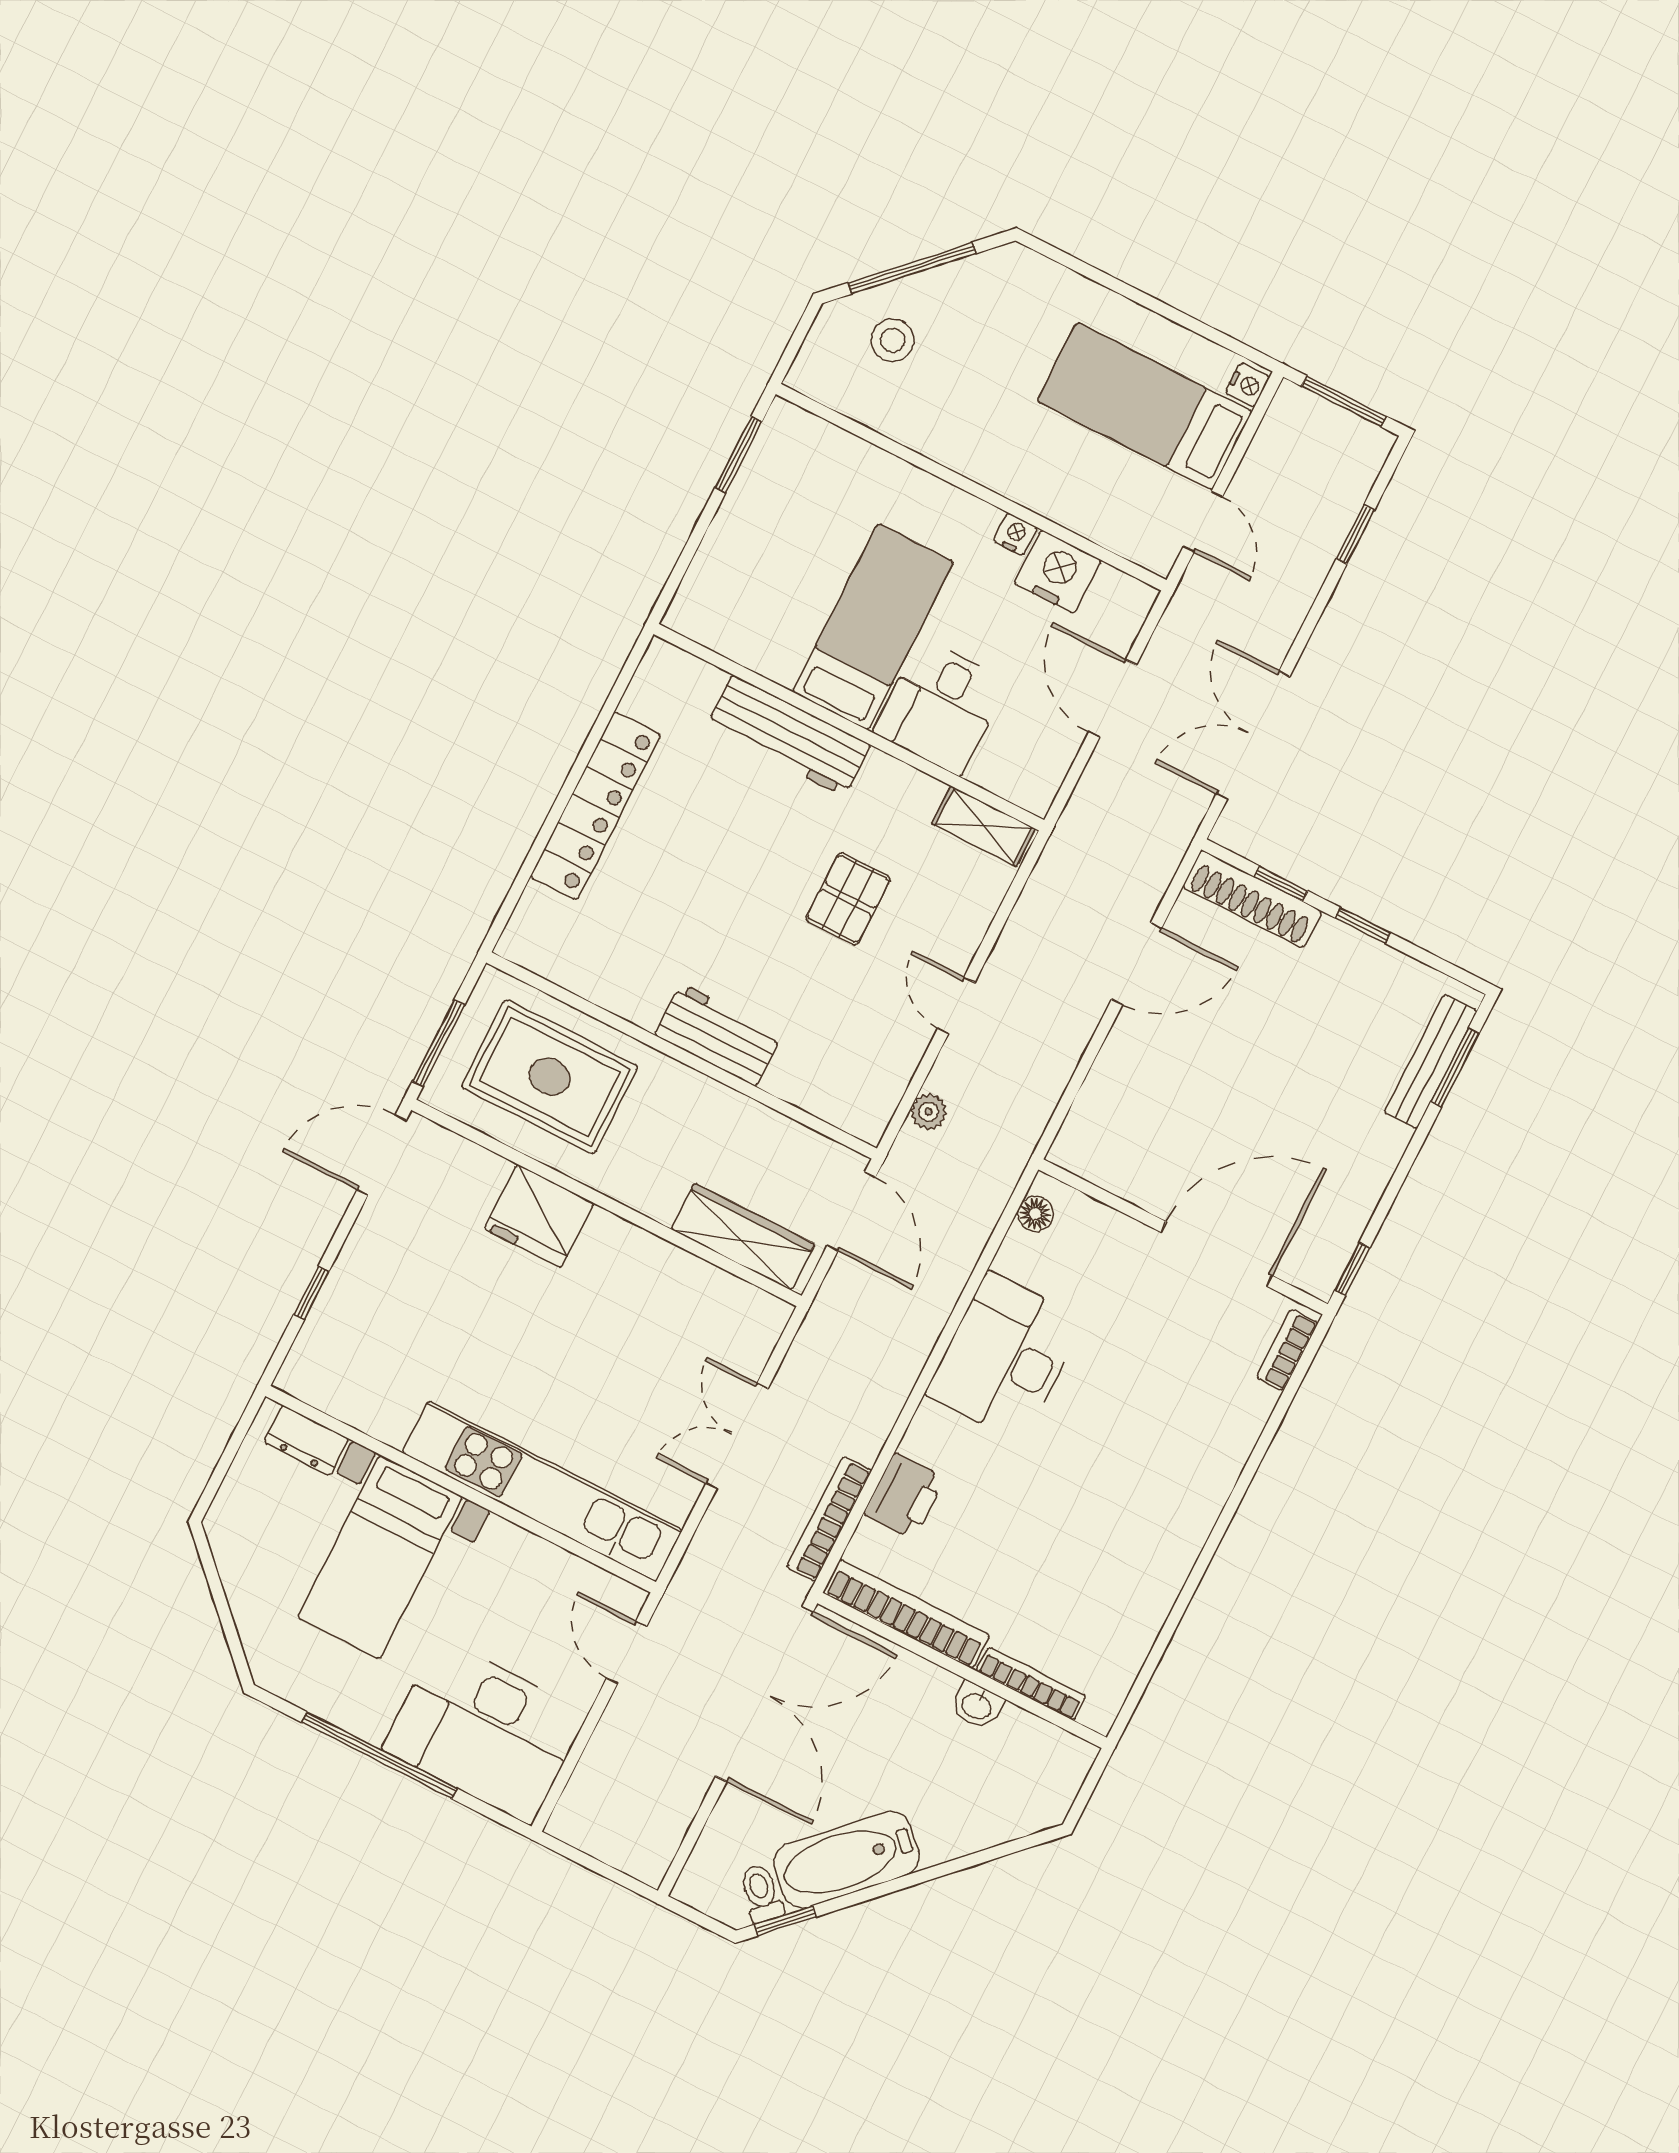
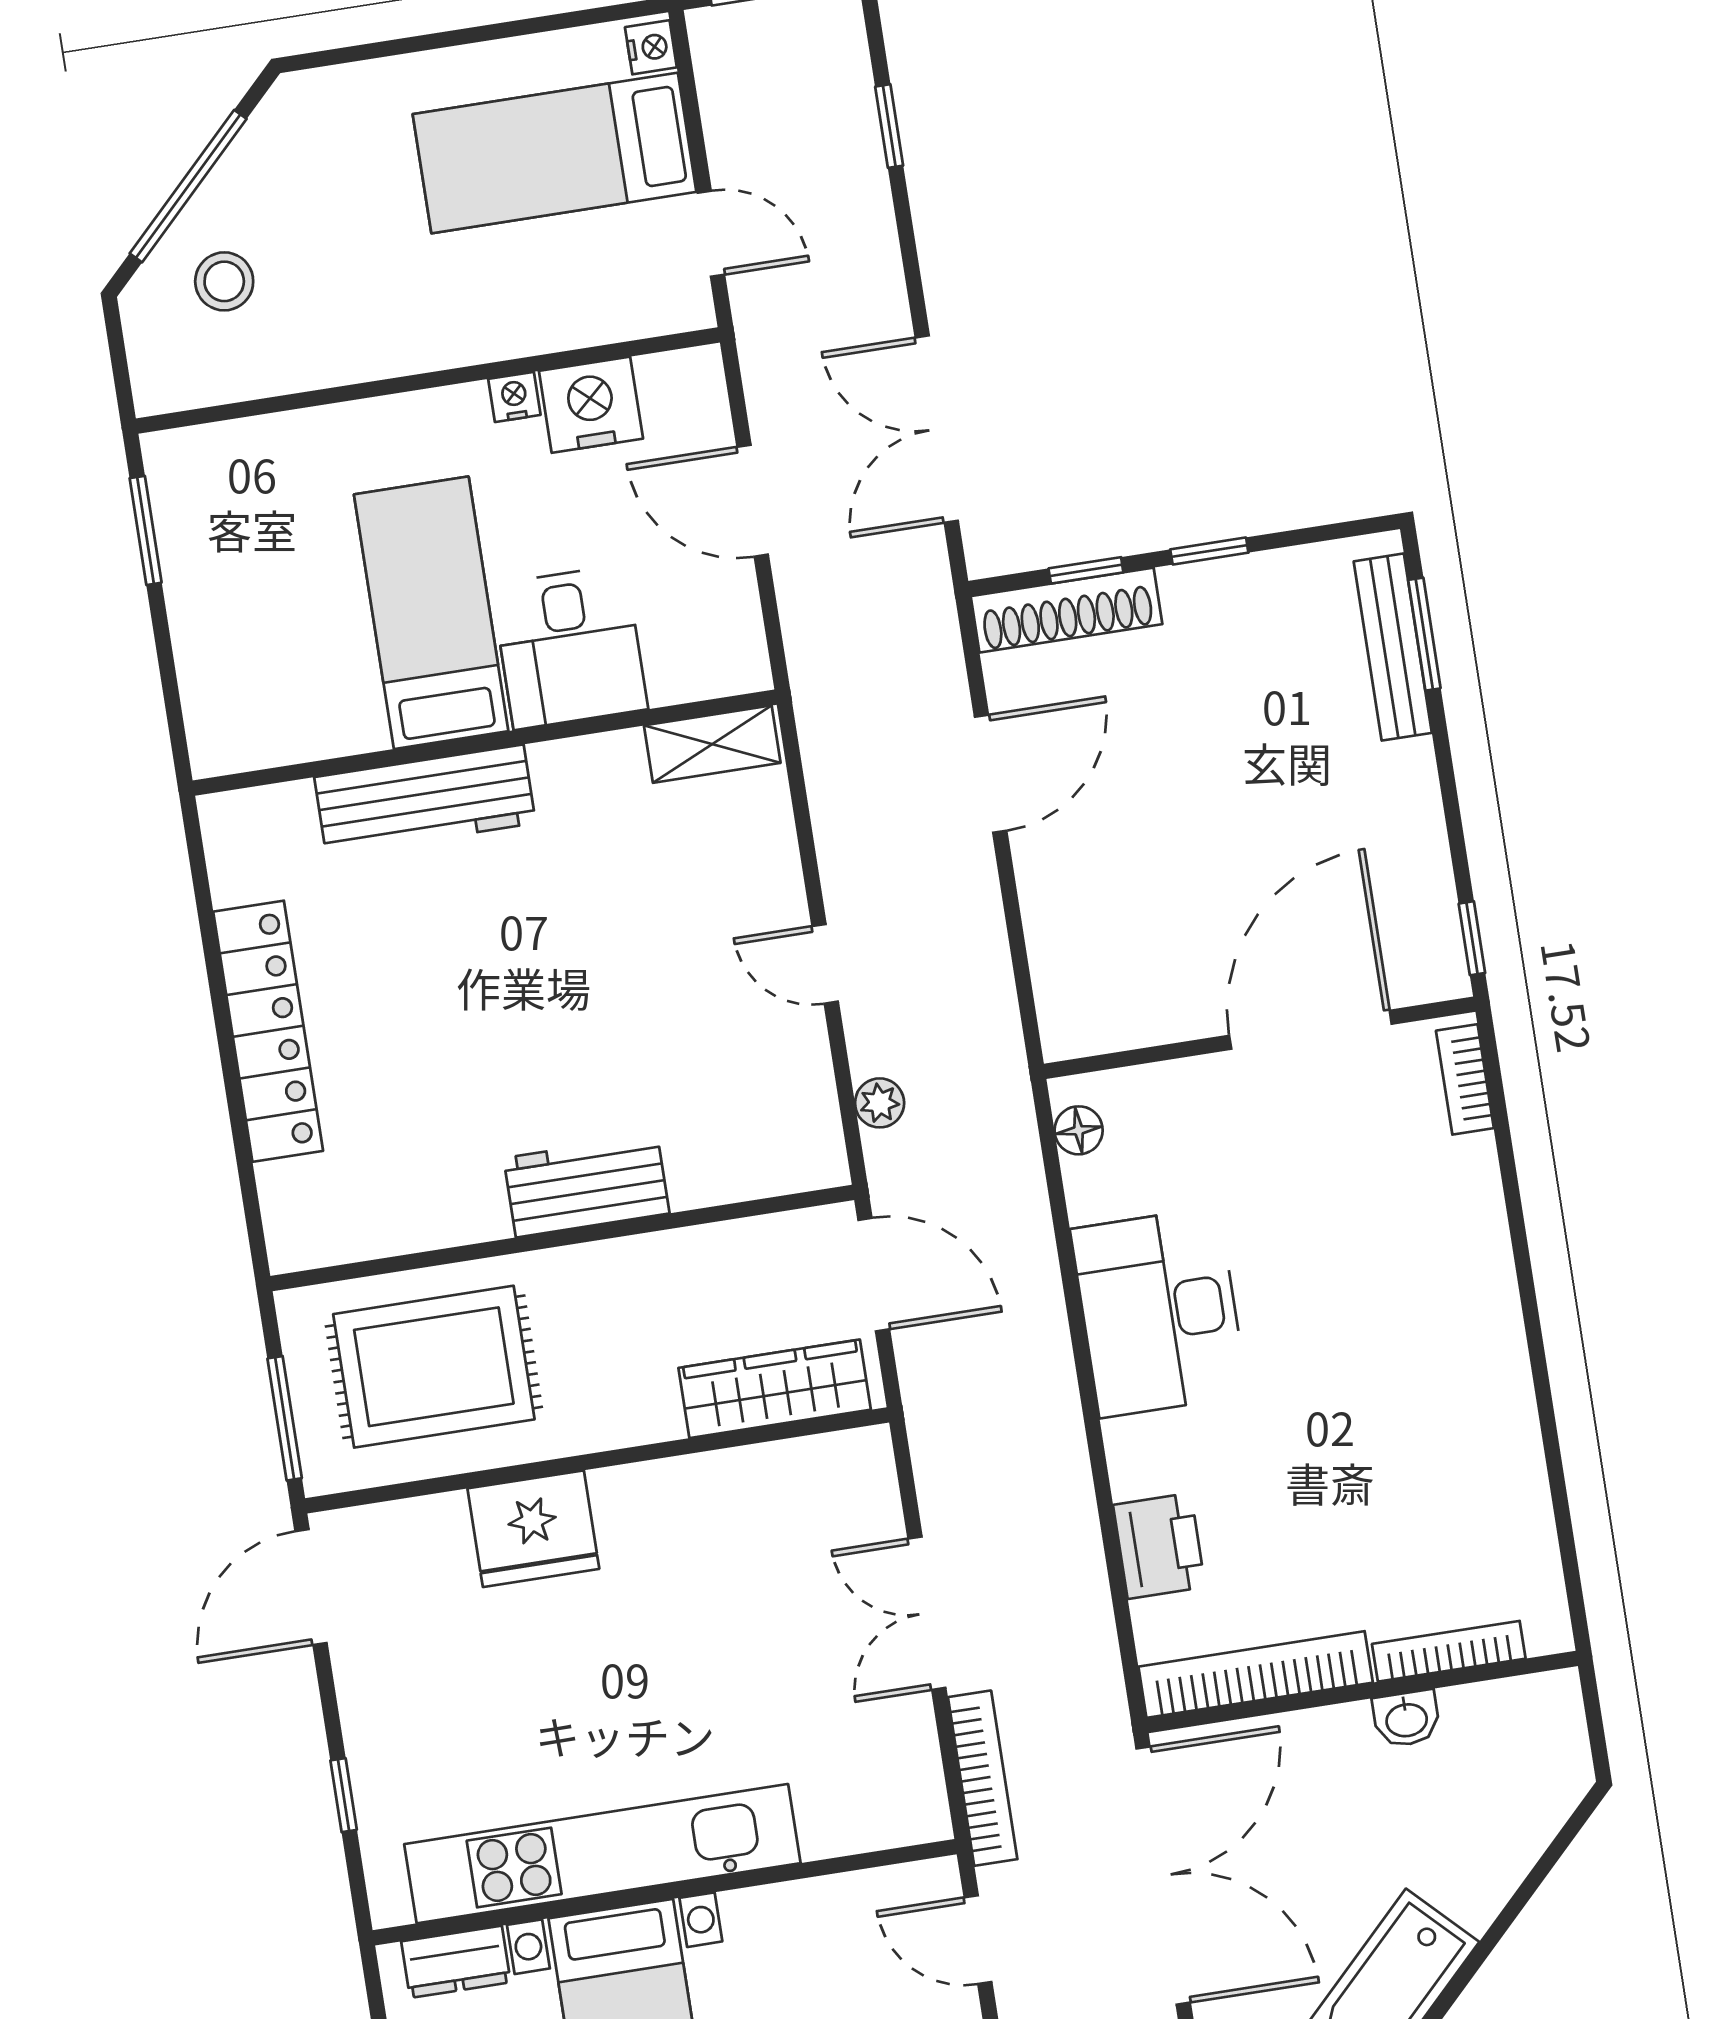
pallet: (848, 899) -> (621, 932), removed
kitchen unit: (542, 1491) -> (602, 1854), moved
bookcase: (829, 1519) -> (983, 1778), moved, turned 180

